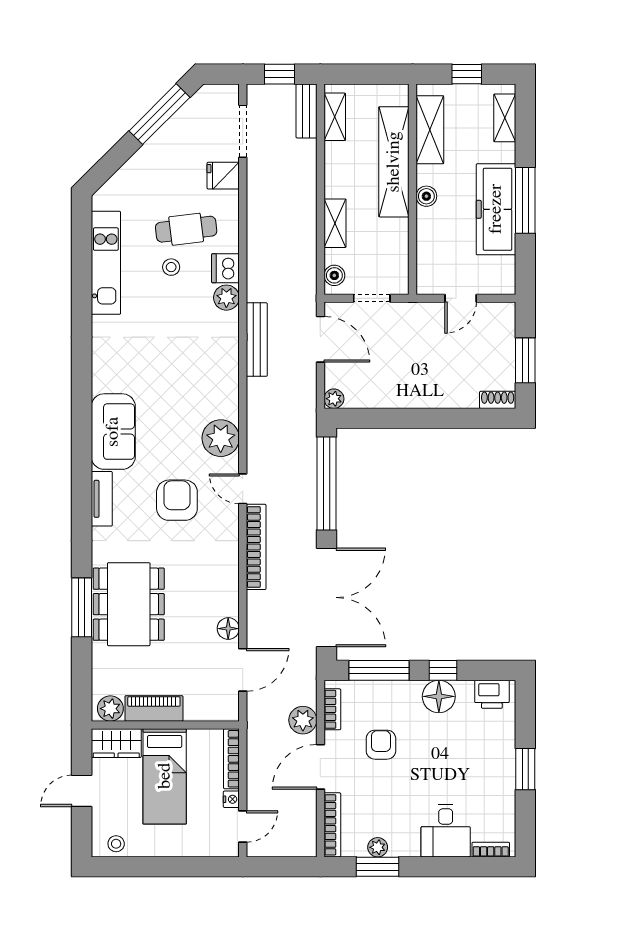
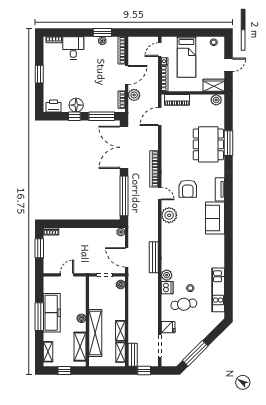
shelving: (335, 223) -> (120, 331), moved
floor lamp: (228, 629) -> (166, 134), removed
piano: (154, 708) -> (177, 100), moved
armchair: (381, 745) -> (101, 85), removed
bed: (165, 776) -> (186, 57), moved, turned 180

